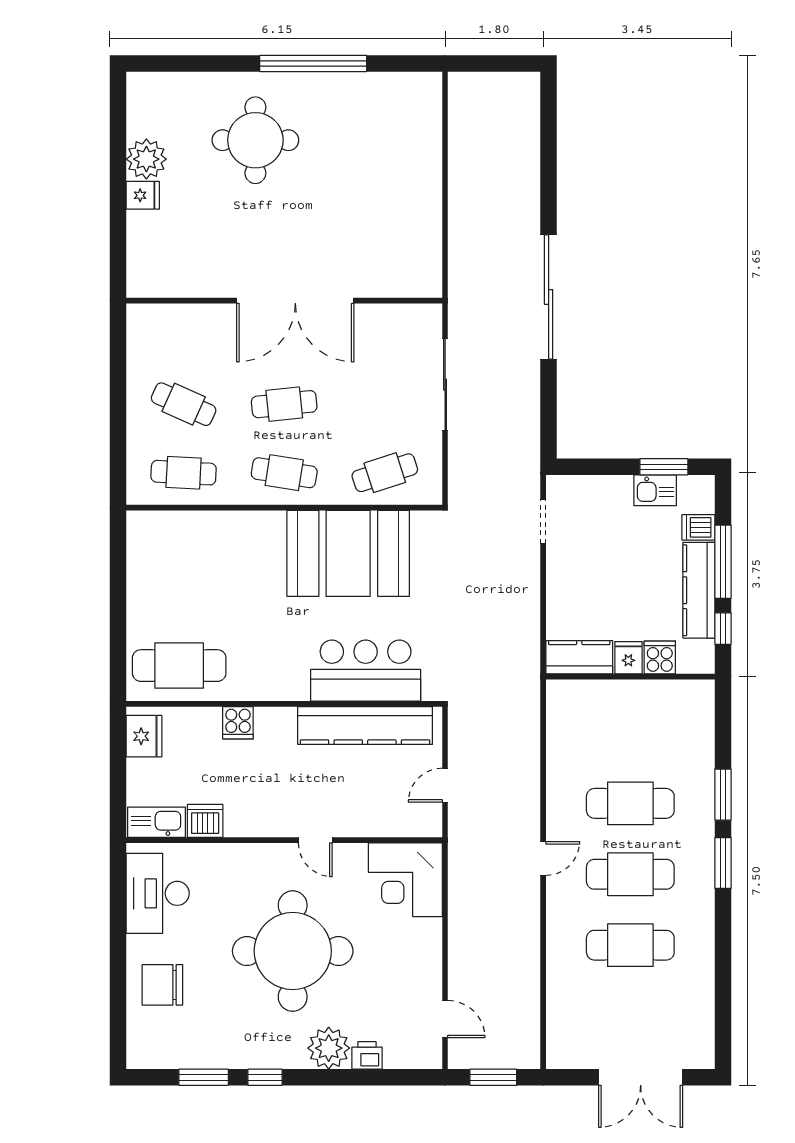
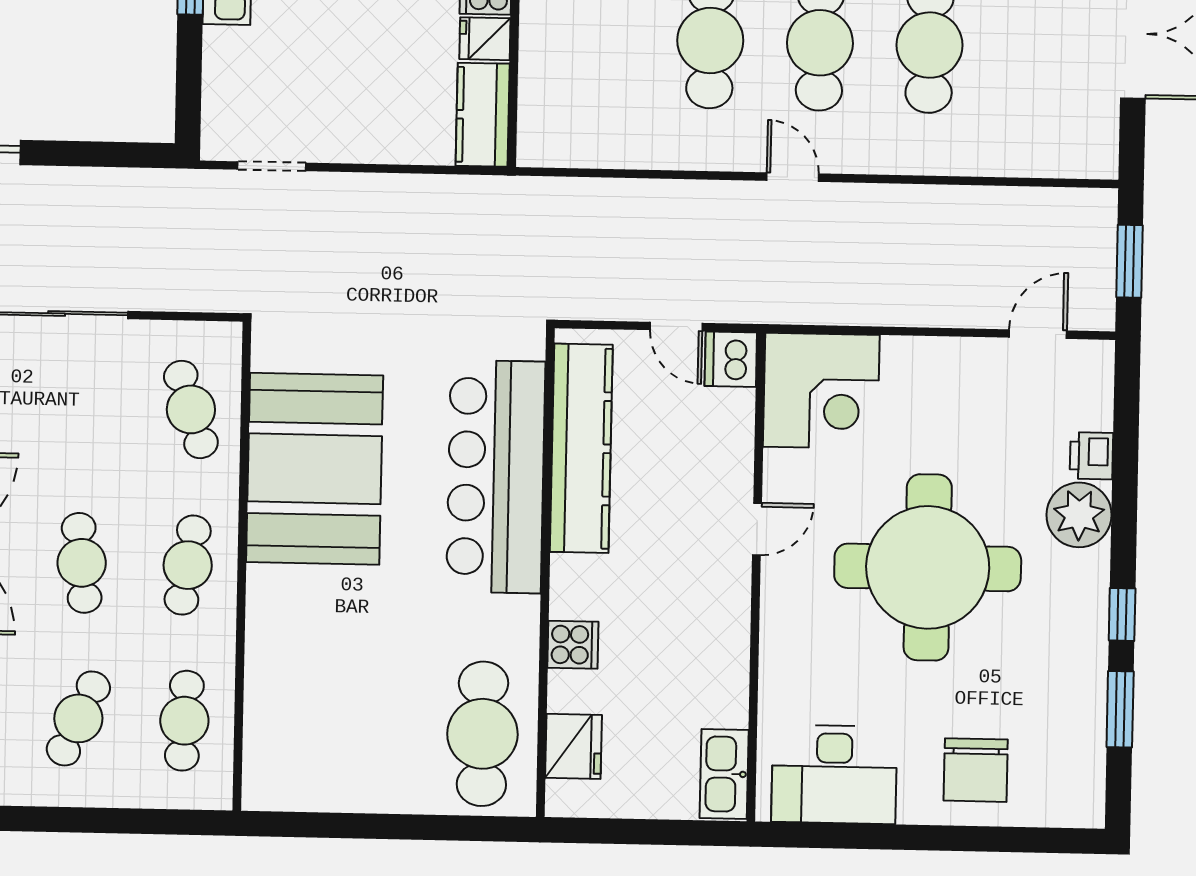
bar counter: (366, 671) -> (496, 477), width x1.36
fridge: (144, 736) -> (573, 746), moved, turned 90
dishwasher: (205, 821) -> (731, 359), moved

